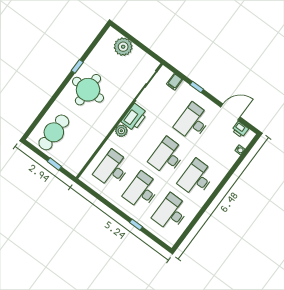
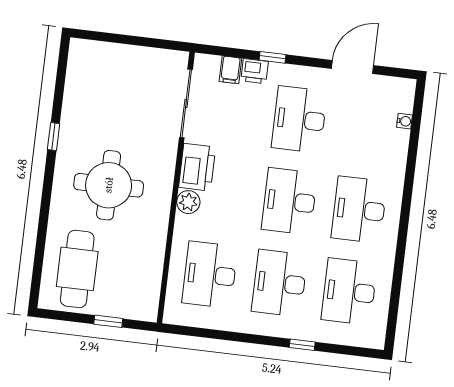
plant: (123, 47) -> (111, 60), removed
round table: (88, 90) -> (109, 185), moved
printer: (240, 130) -> (255, 71), moved

